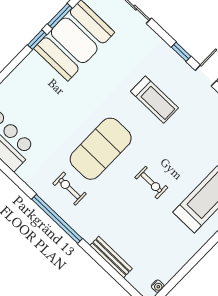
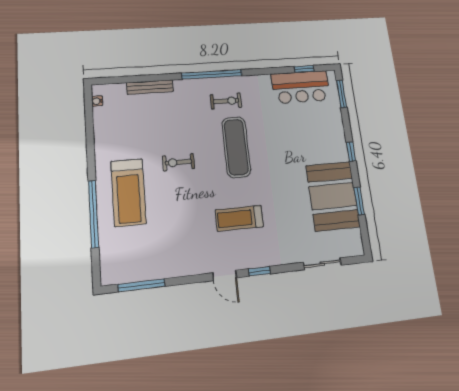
window: (37, 40) -> (351, 151), moved
exercise mat: (101, 149) -> (236, 147), width x0.68

